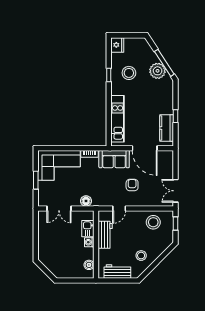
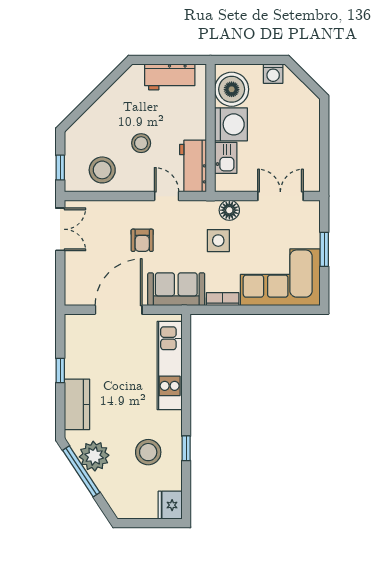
kitchen counter: (167, 128) -> (77, 404), moved
door: (145, 148) -> (119, 310), hinge flipped
side table: (92, 185) -> (218, 241), added
door: (119, 208) -> (167, 196), hinge flipped
workbench: (105, 235) -> (193, 166), moved
washing machine: (89, 242) -> (231, 124), width x1.89, depth x1.89
stool: (141, 256) -> (141, 143), moved
boiler: (89, 265) -> (232, 89), width x1.86, depth x1.86
washing machine: (63, 273) -> (273, 74), added

